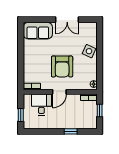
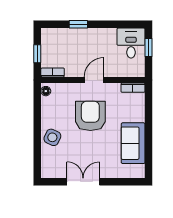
sofa: (38, 31) -> (133, 143), moved, turned -90
desk: (41, 105) -> (131, 43), moved, turned 180

